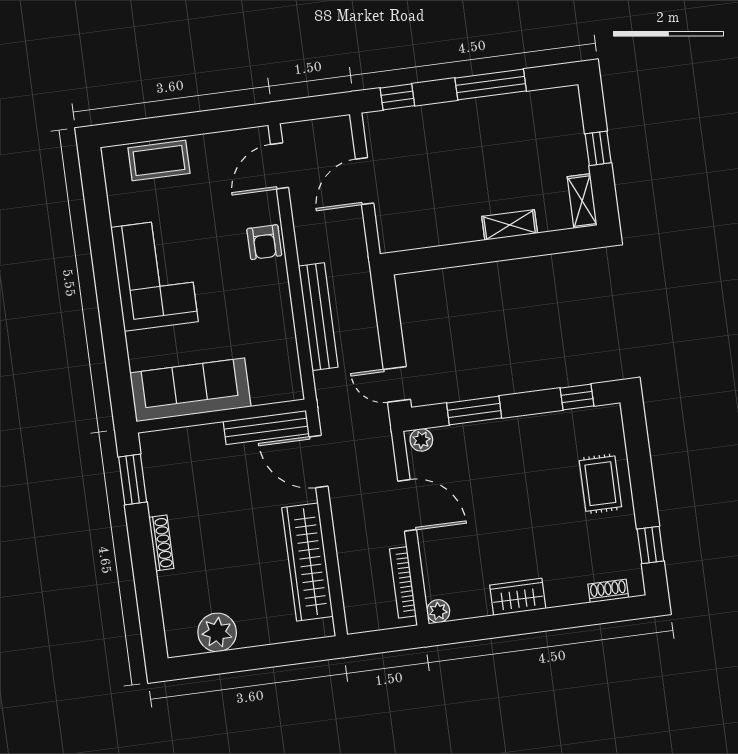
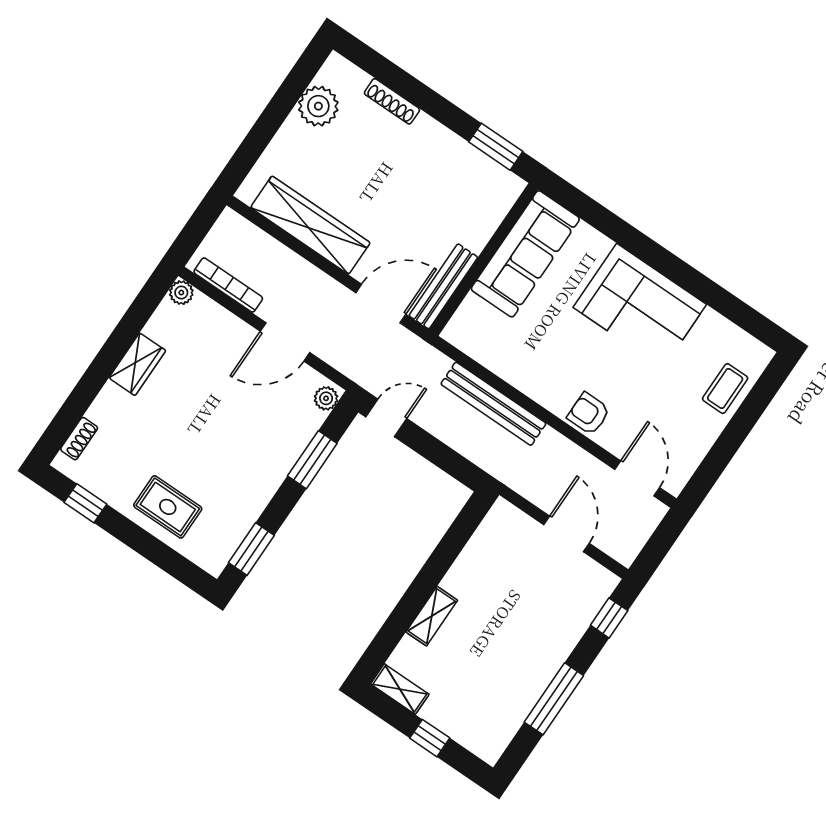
coffee table: (159, 161) -> (725, 389), width x0.73, depth x0.77
window: (577, 397) -> (251, 549), width x1.50
shoe rack: (161, 543) -> (392, 101), moved

